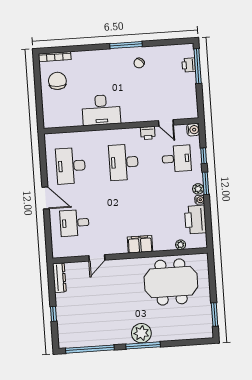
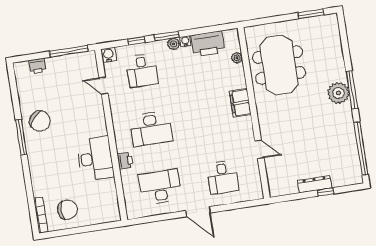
chair: (139, 63) -> (40, 121), width x1.87, depth x1.87
window: (198, 66) -> (69, 51), moved
chair: (57, 81) -> (67, 210), turned 180
door: (166, 123) -> (103, 86), swing flipped
printer: (148, 133) -> (125, 161), moved
desk: (177, 159) -> (142, 70), turned 180
desk: (71, 166) -> (160, 187), turned 180
door: (46, 198) -> (198, 212), swing flipped
dresser: (59, 278) -> (315, 184), moved

